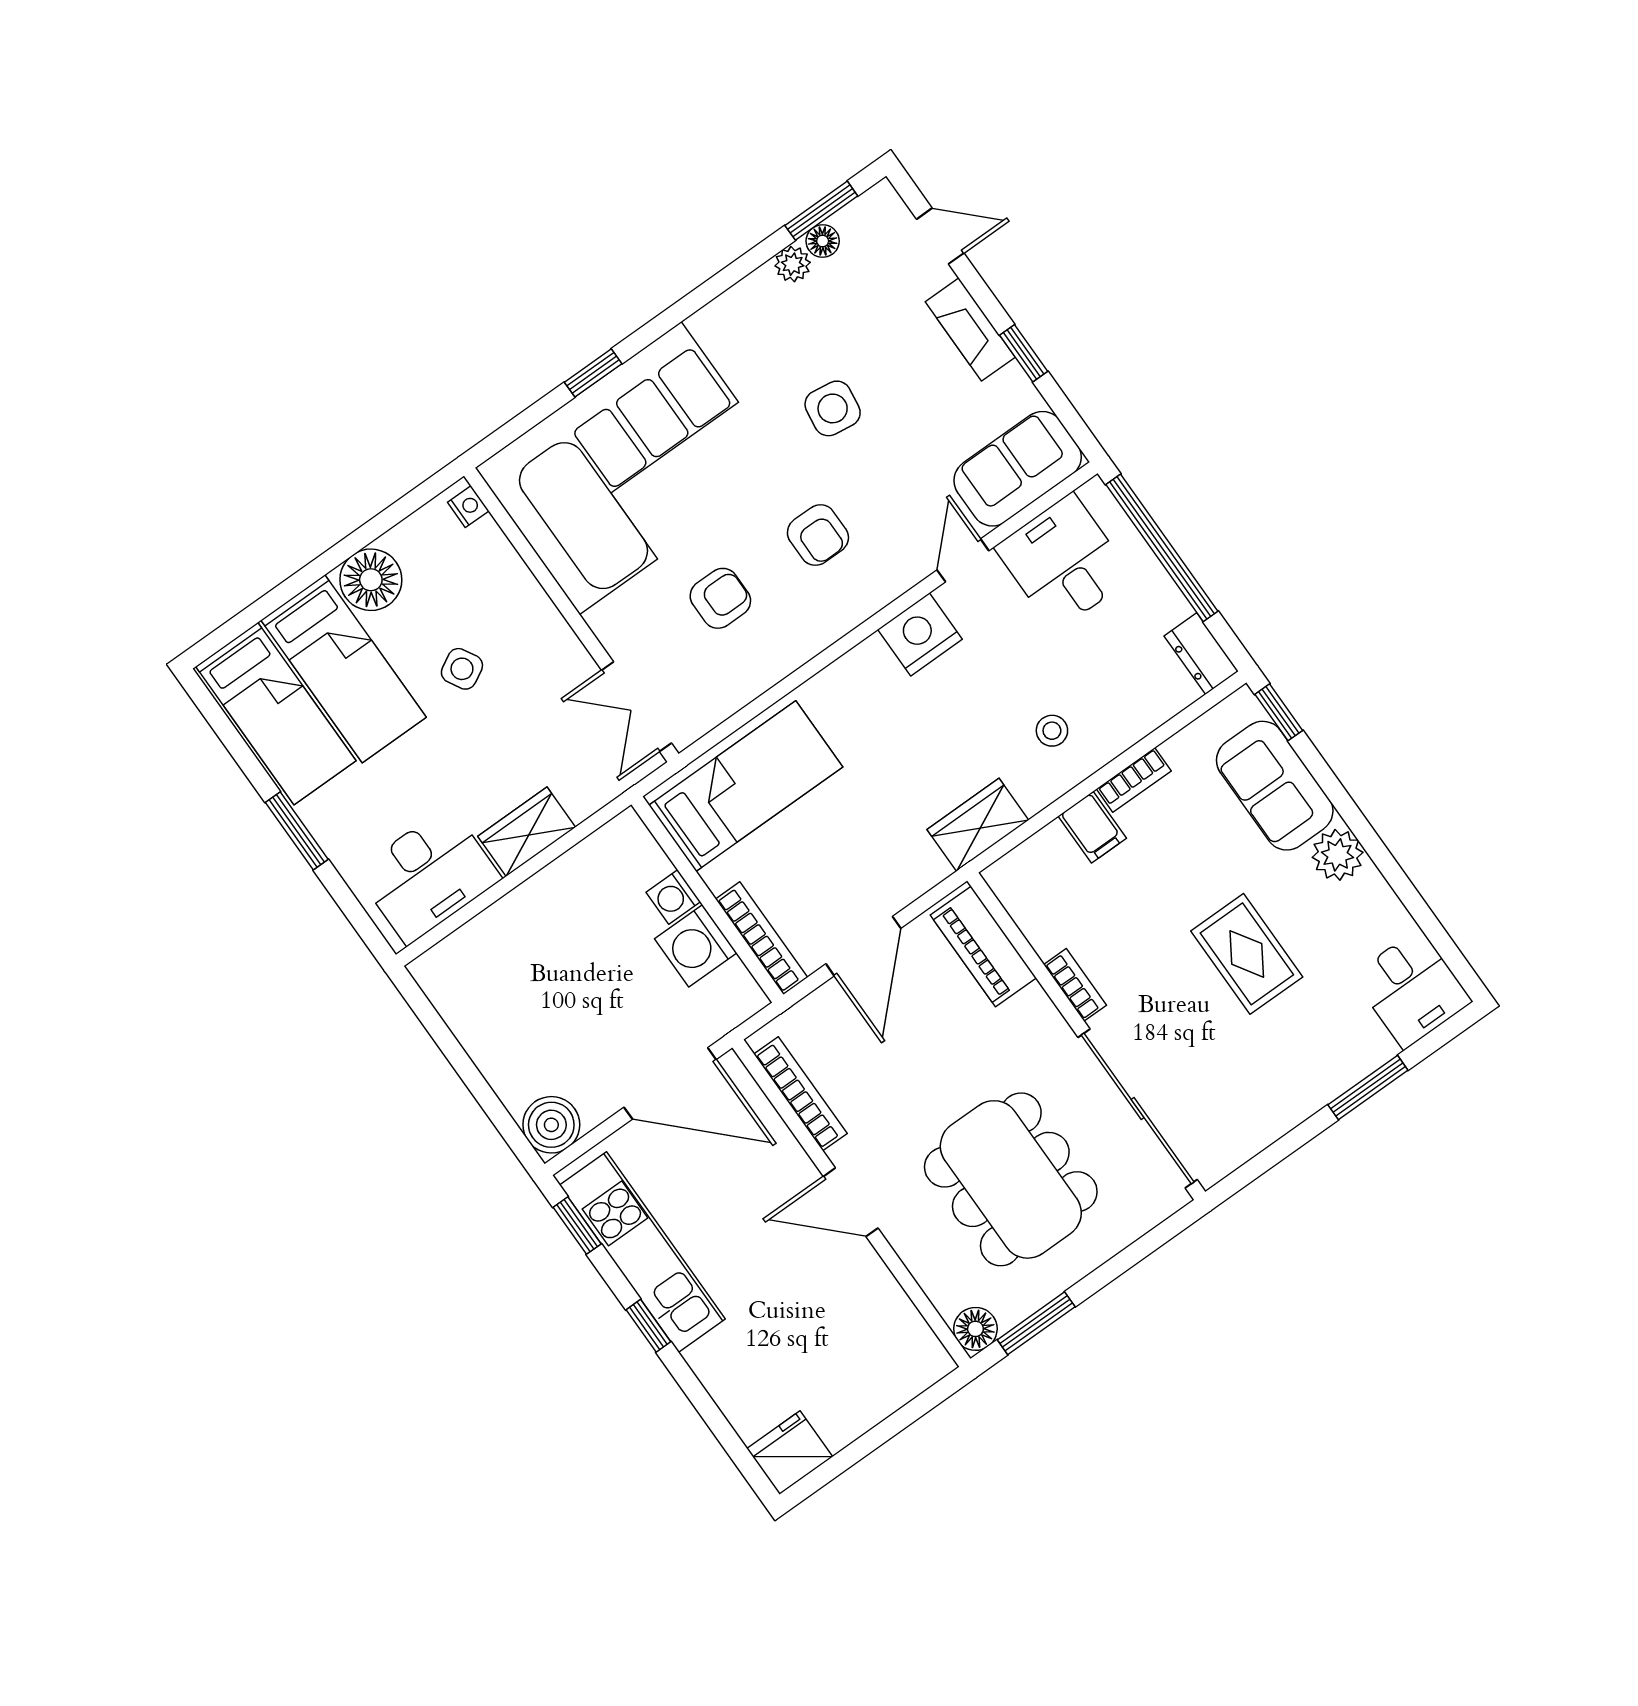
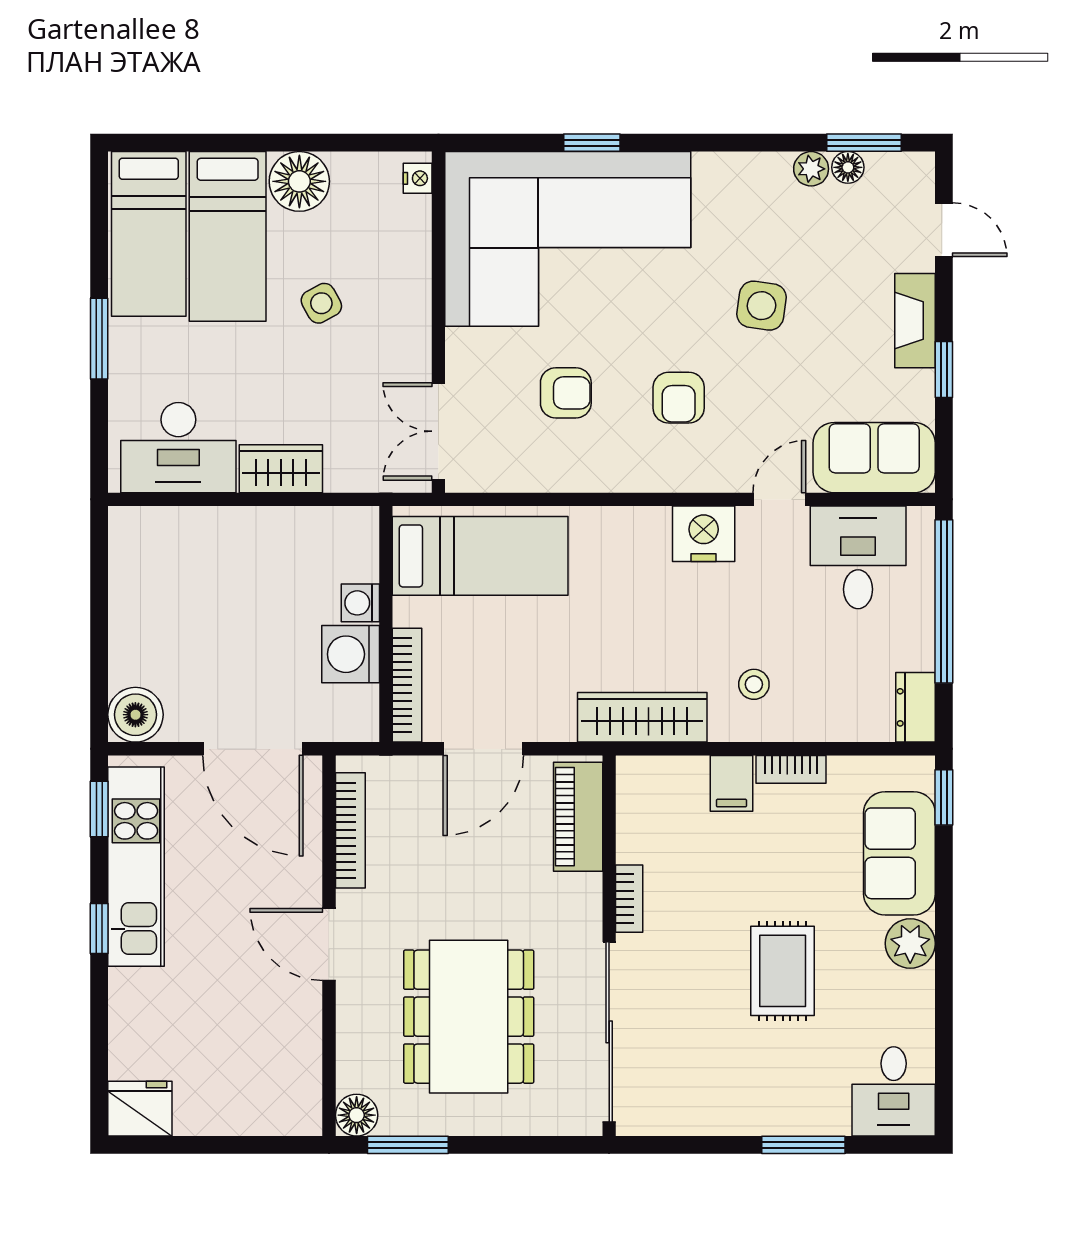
wardrobe: (978, 825) -> (642, 717), width x1.50

